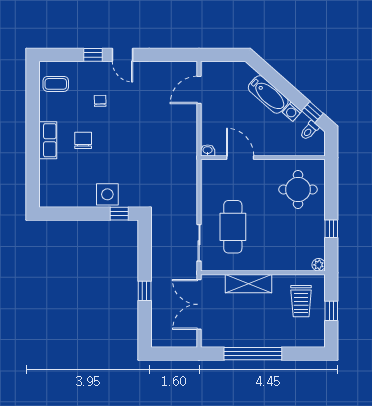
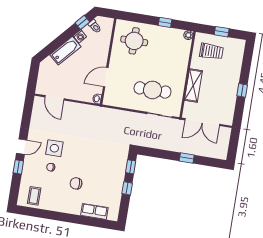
row of seats: (48, 140) -> (94, 211), moved
side table: (107, 194) -> (54, 148), moved
window: (88, 214) -> (127, 188), added
window: (253, 354) -> (242, 90), width x0.32

